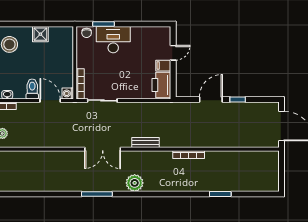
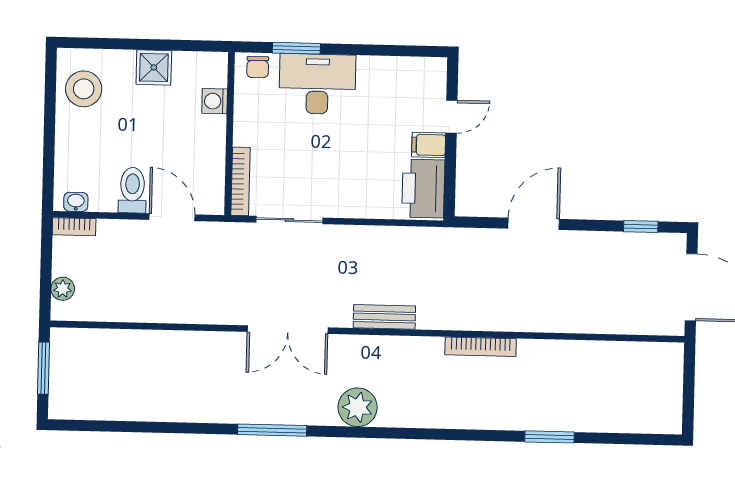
washing machine: (68, 93) -> (215, 101), moved
window: (238, 100) -> (641, 226), moved

